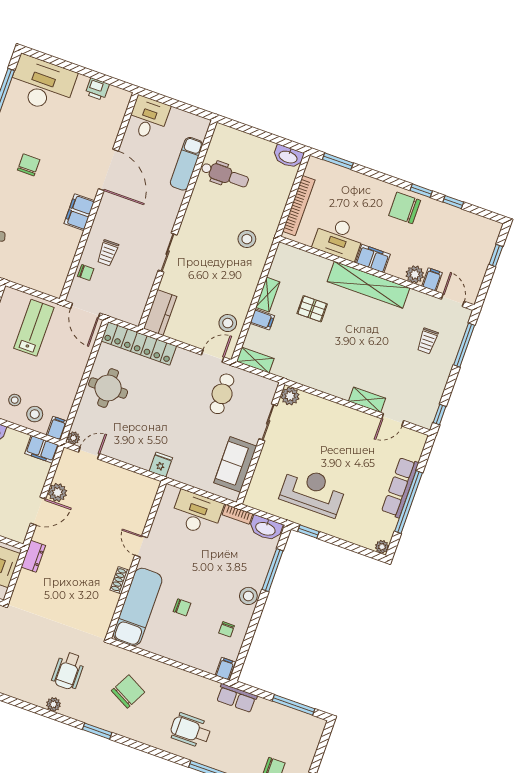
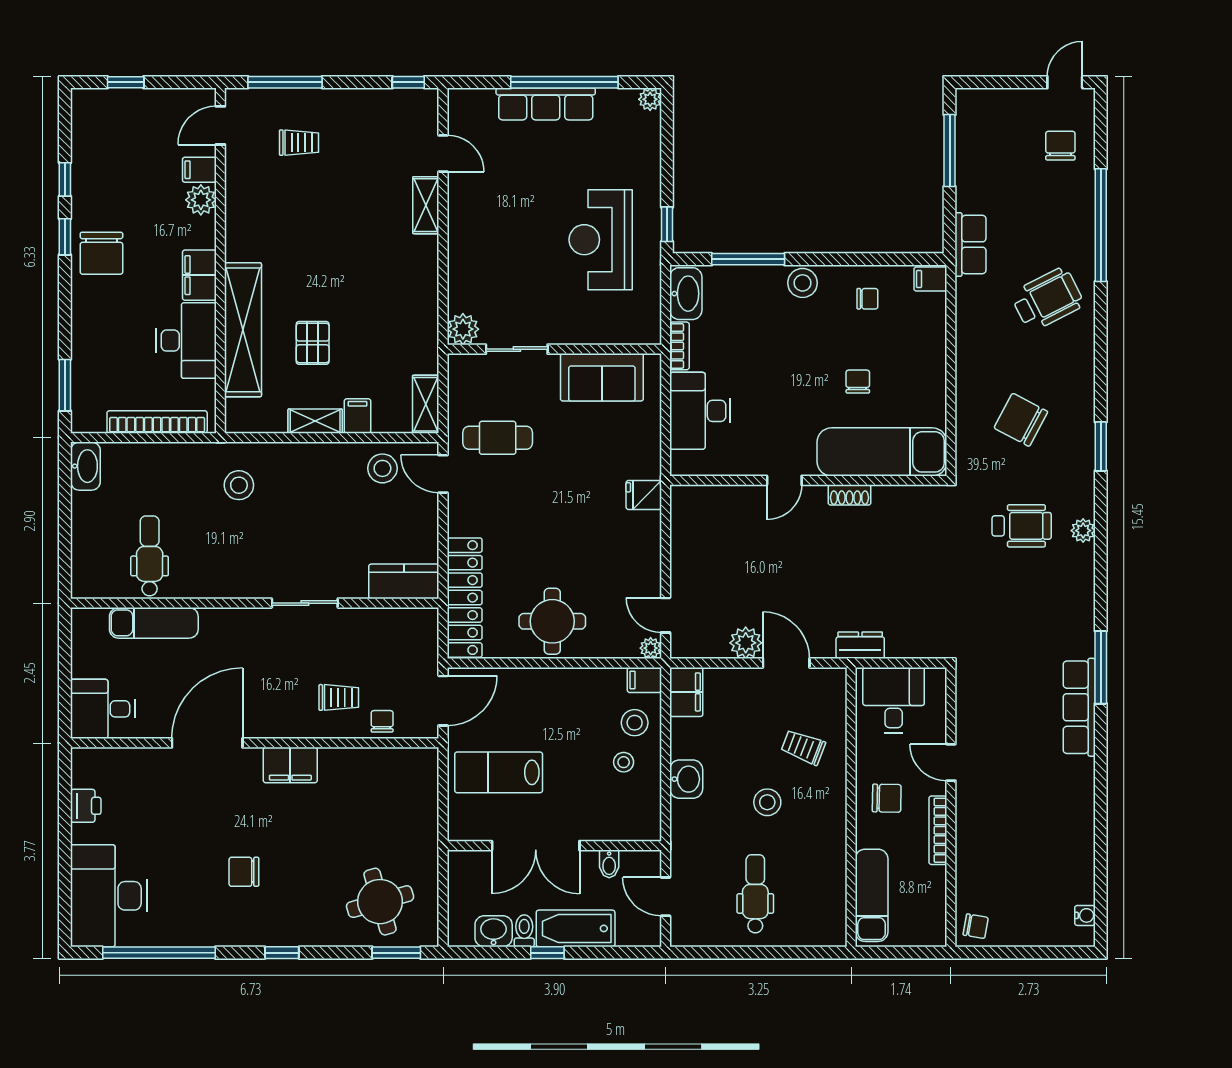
shelving: (369, 285) -> (243, 330), moved
wheelchair: (190, 730) -> (1047, 299), turned -117

